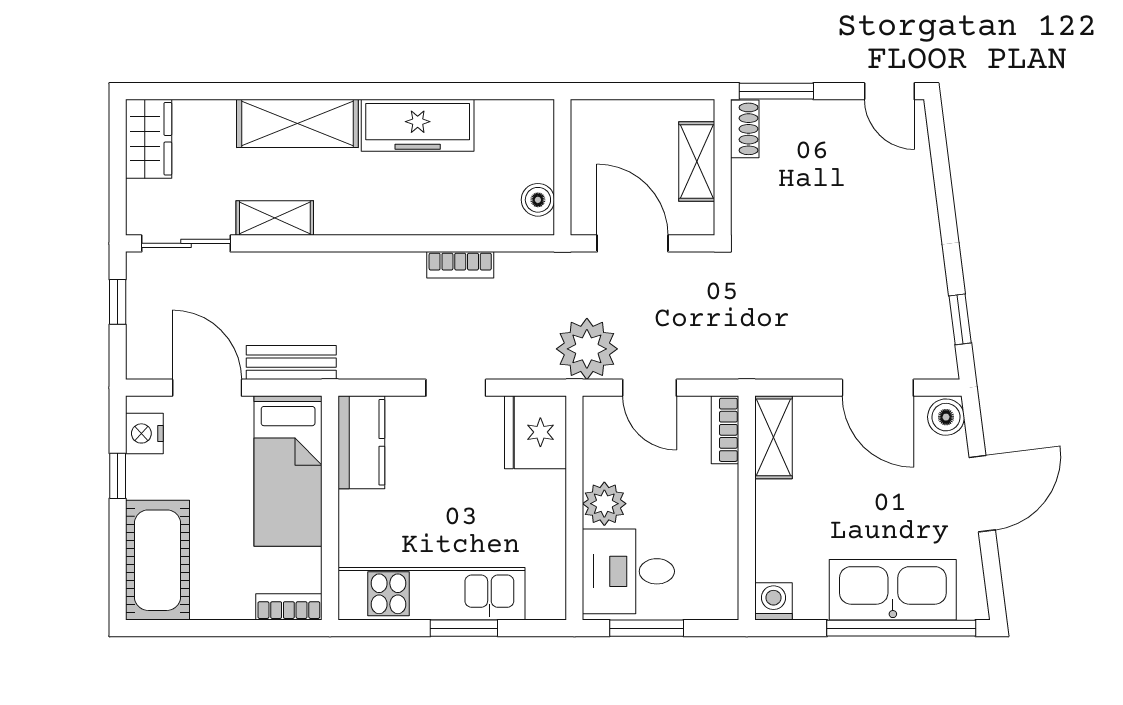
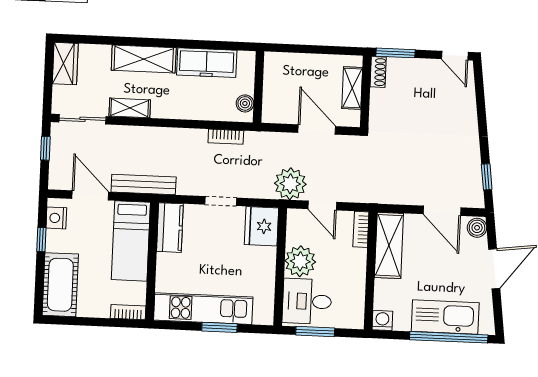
wall: (562, 167) -> (259, 87), moved
boiler: (538, 200) -> (245, 103), moved
bench: (291, 363) -> (144, 185), width x1.36
shelving: (773, 437) -> (389, 245), width x1.50, depth x1.33
plant: (604, 504) -> (300, 261), width x1.36, depth x1.36

